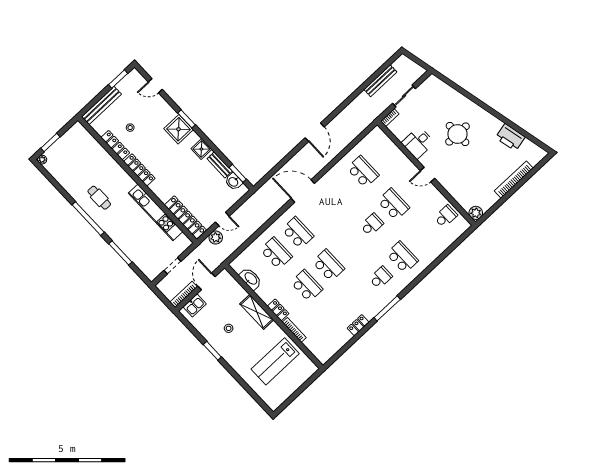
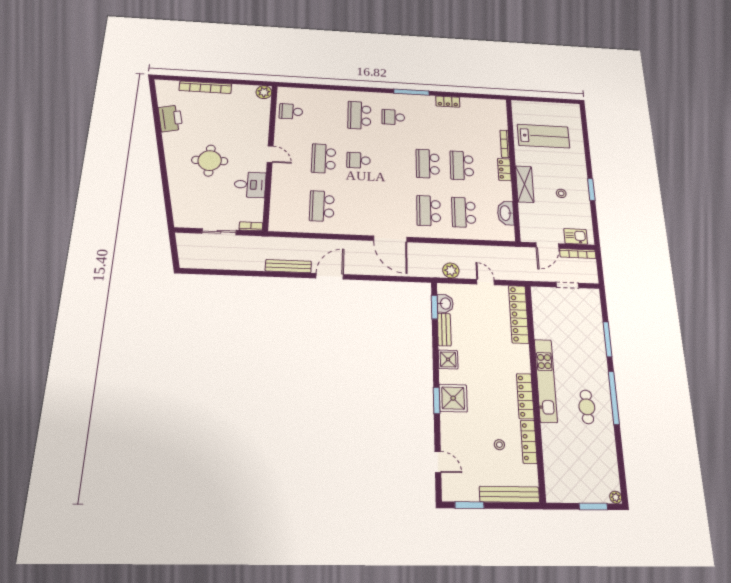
bench: (380, 81) -> (288, 266), moved
kitchen unit: (155, 212) -> (546, 380), moved
plant: (216, 238) -> (451, 270), moved

